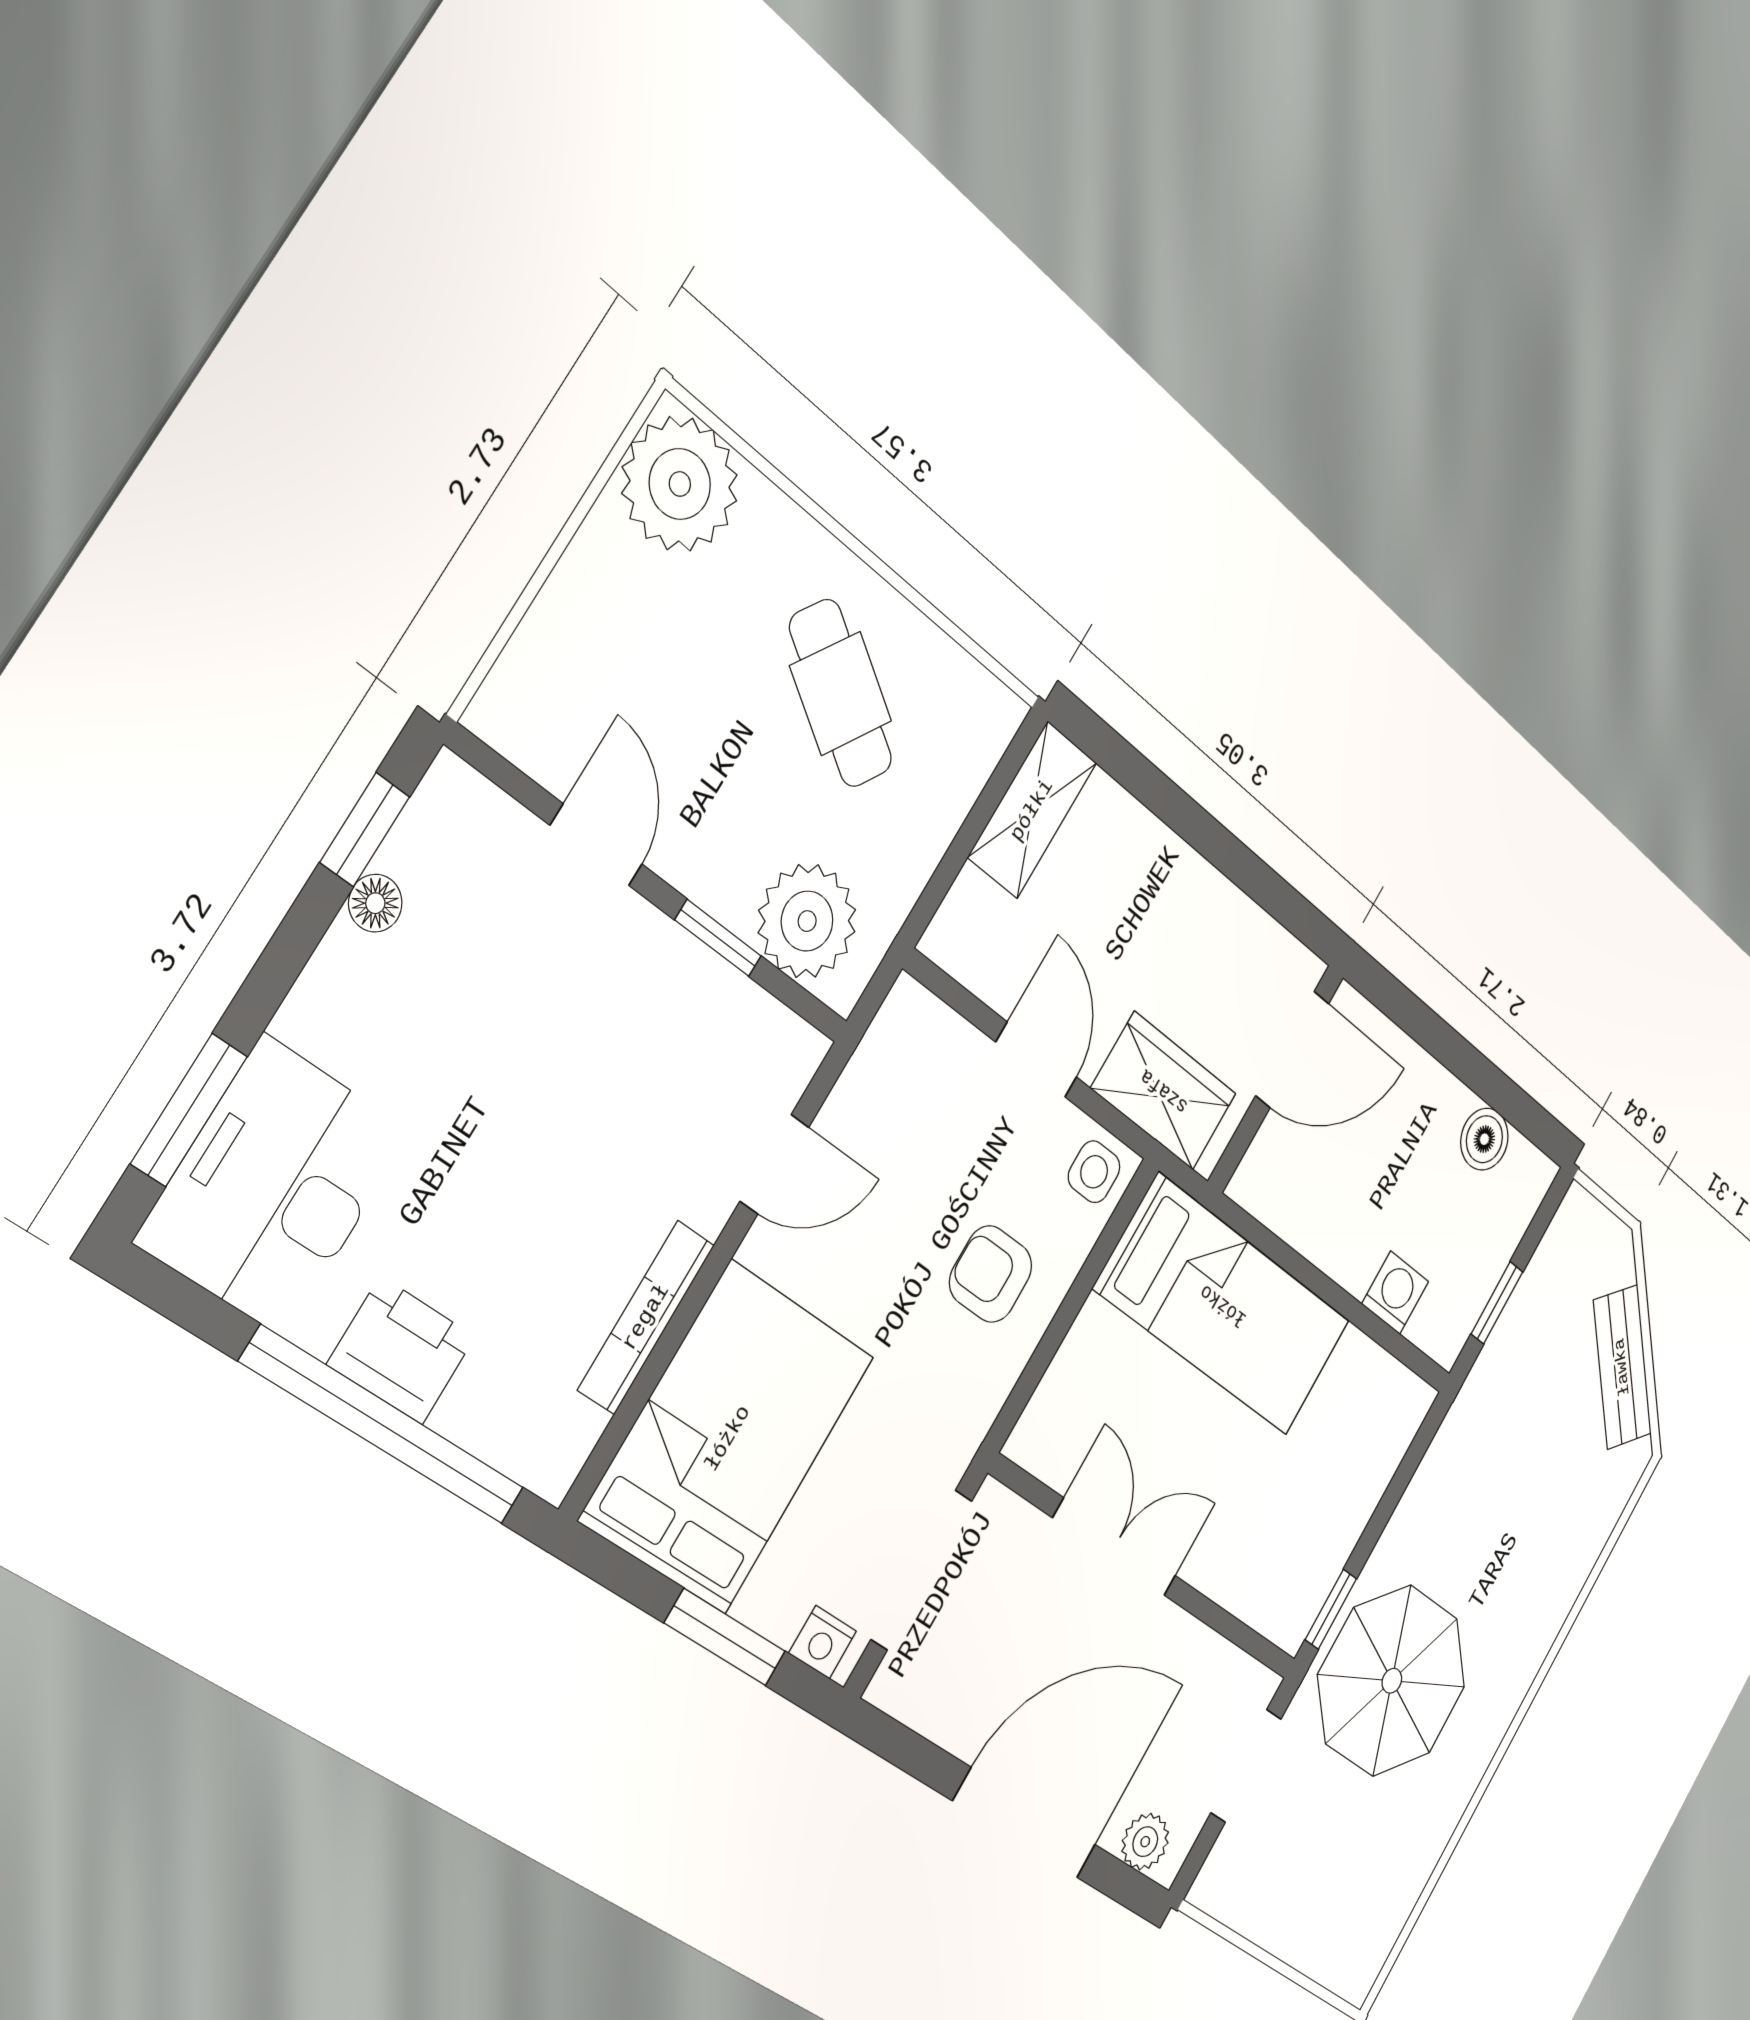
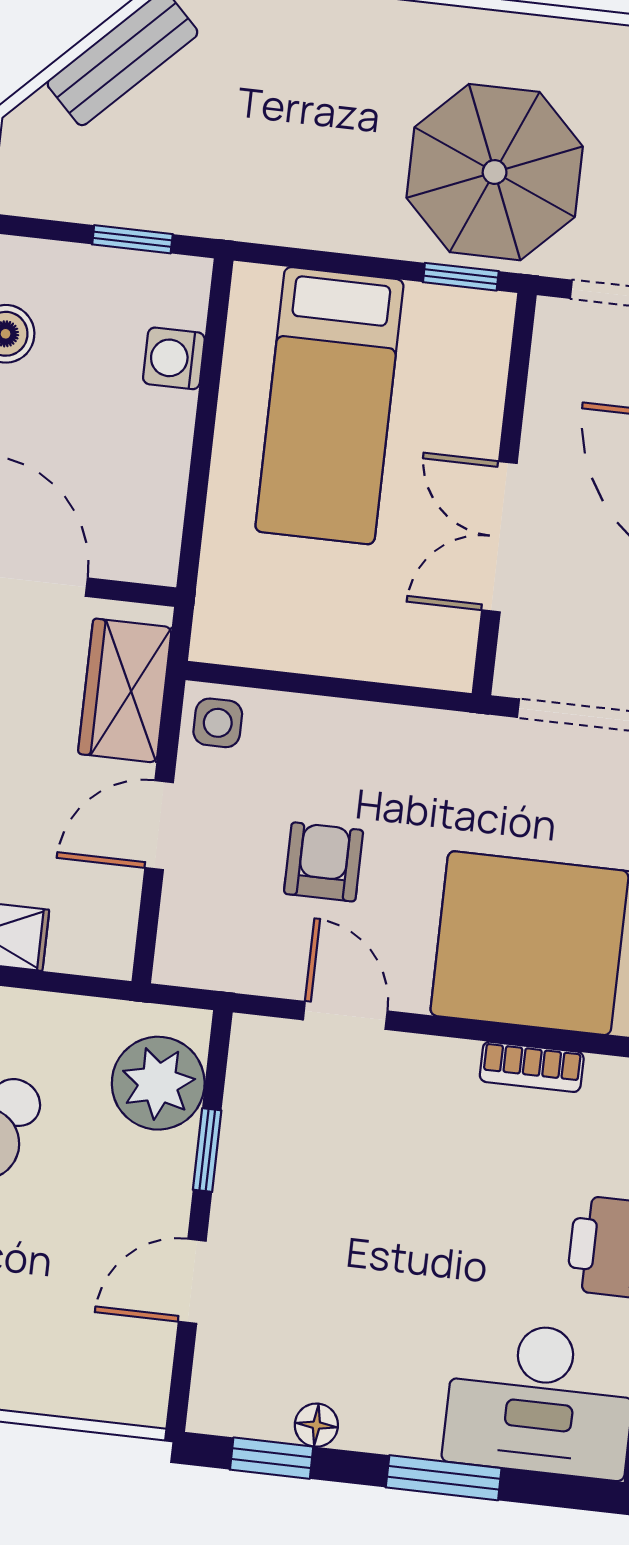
window: (189, 1110) -> (444, 1478), moved
armchair: (991, 1274) -> (324, 862), moved, turned 180
bed: (1223, 1305) -> (329, 406), moved, turned 180
bookcase: (646, 1317) -> (532, 1067), width x0.64

